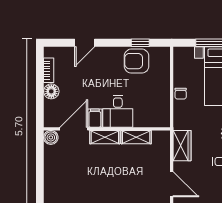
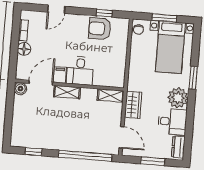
chair: (181, 94) -> (138, 30), moved
shelving: (136, 137) -> (111, 96), moved

